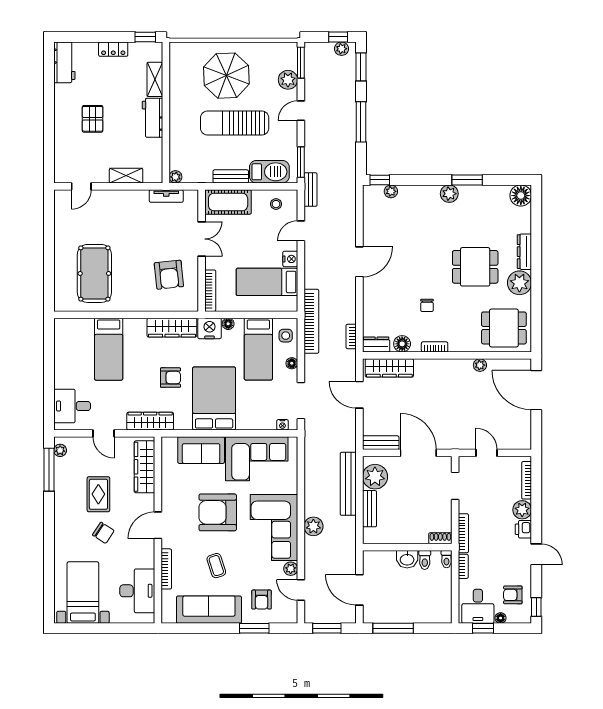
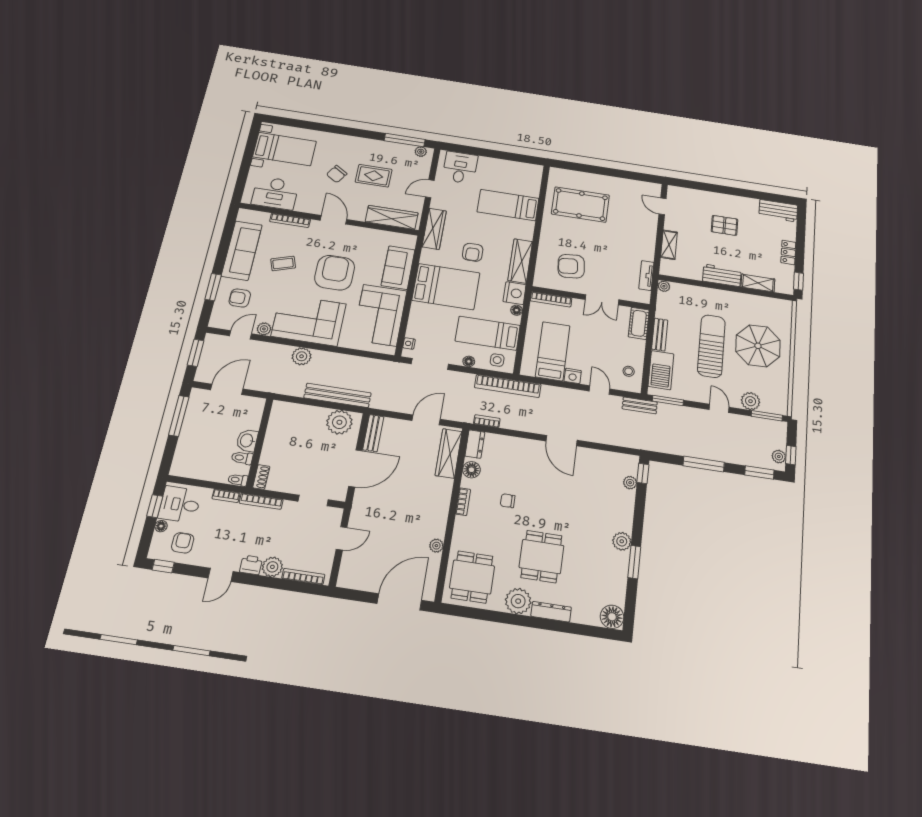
cot: (228, 202) -> (639, 323), width x0.73, depth x0.75
bench: (369, 509) -> (308, 412), removed

